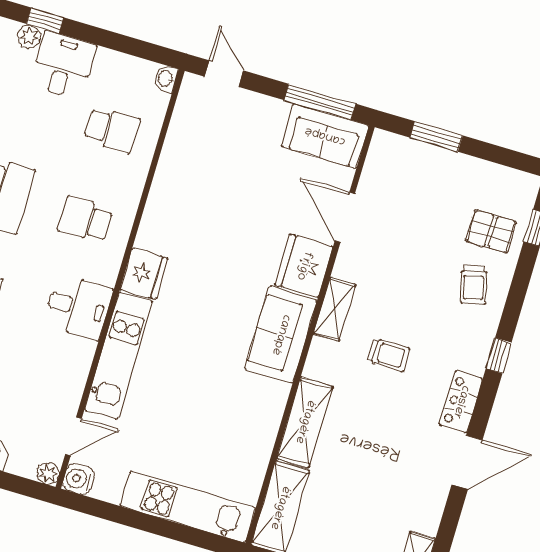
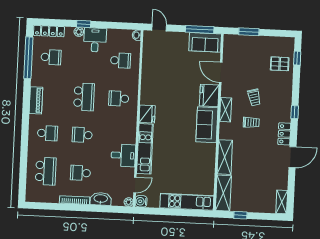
trolley: (473, 285) -> (254, 97), moved
desk: (78, 307) -> (123, 155), moved

